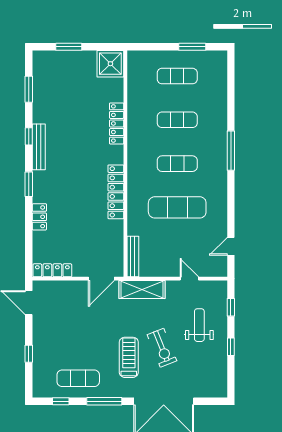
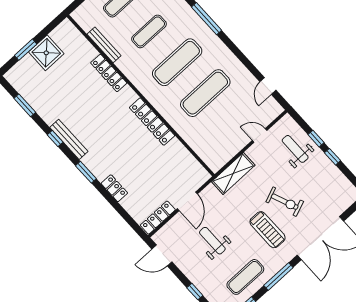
shower: (110, 64) -> (46, 53), moved
exercise mat: (177, 164) -> (177, 62), width x1.36, depth x1.45
bench: (133, 256) -> (104, 45), moved
door: (101, 279) -> (187, 201), moved
window: (231, 307) -> (316, 139), moved
weight bench: (199, 325) -> (295, 149), moved
weight bench: (78, 327) -> (212, 241), added
treadmill: (129, 357) -> (267, 230), turned 180

